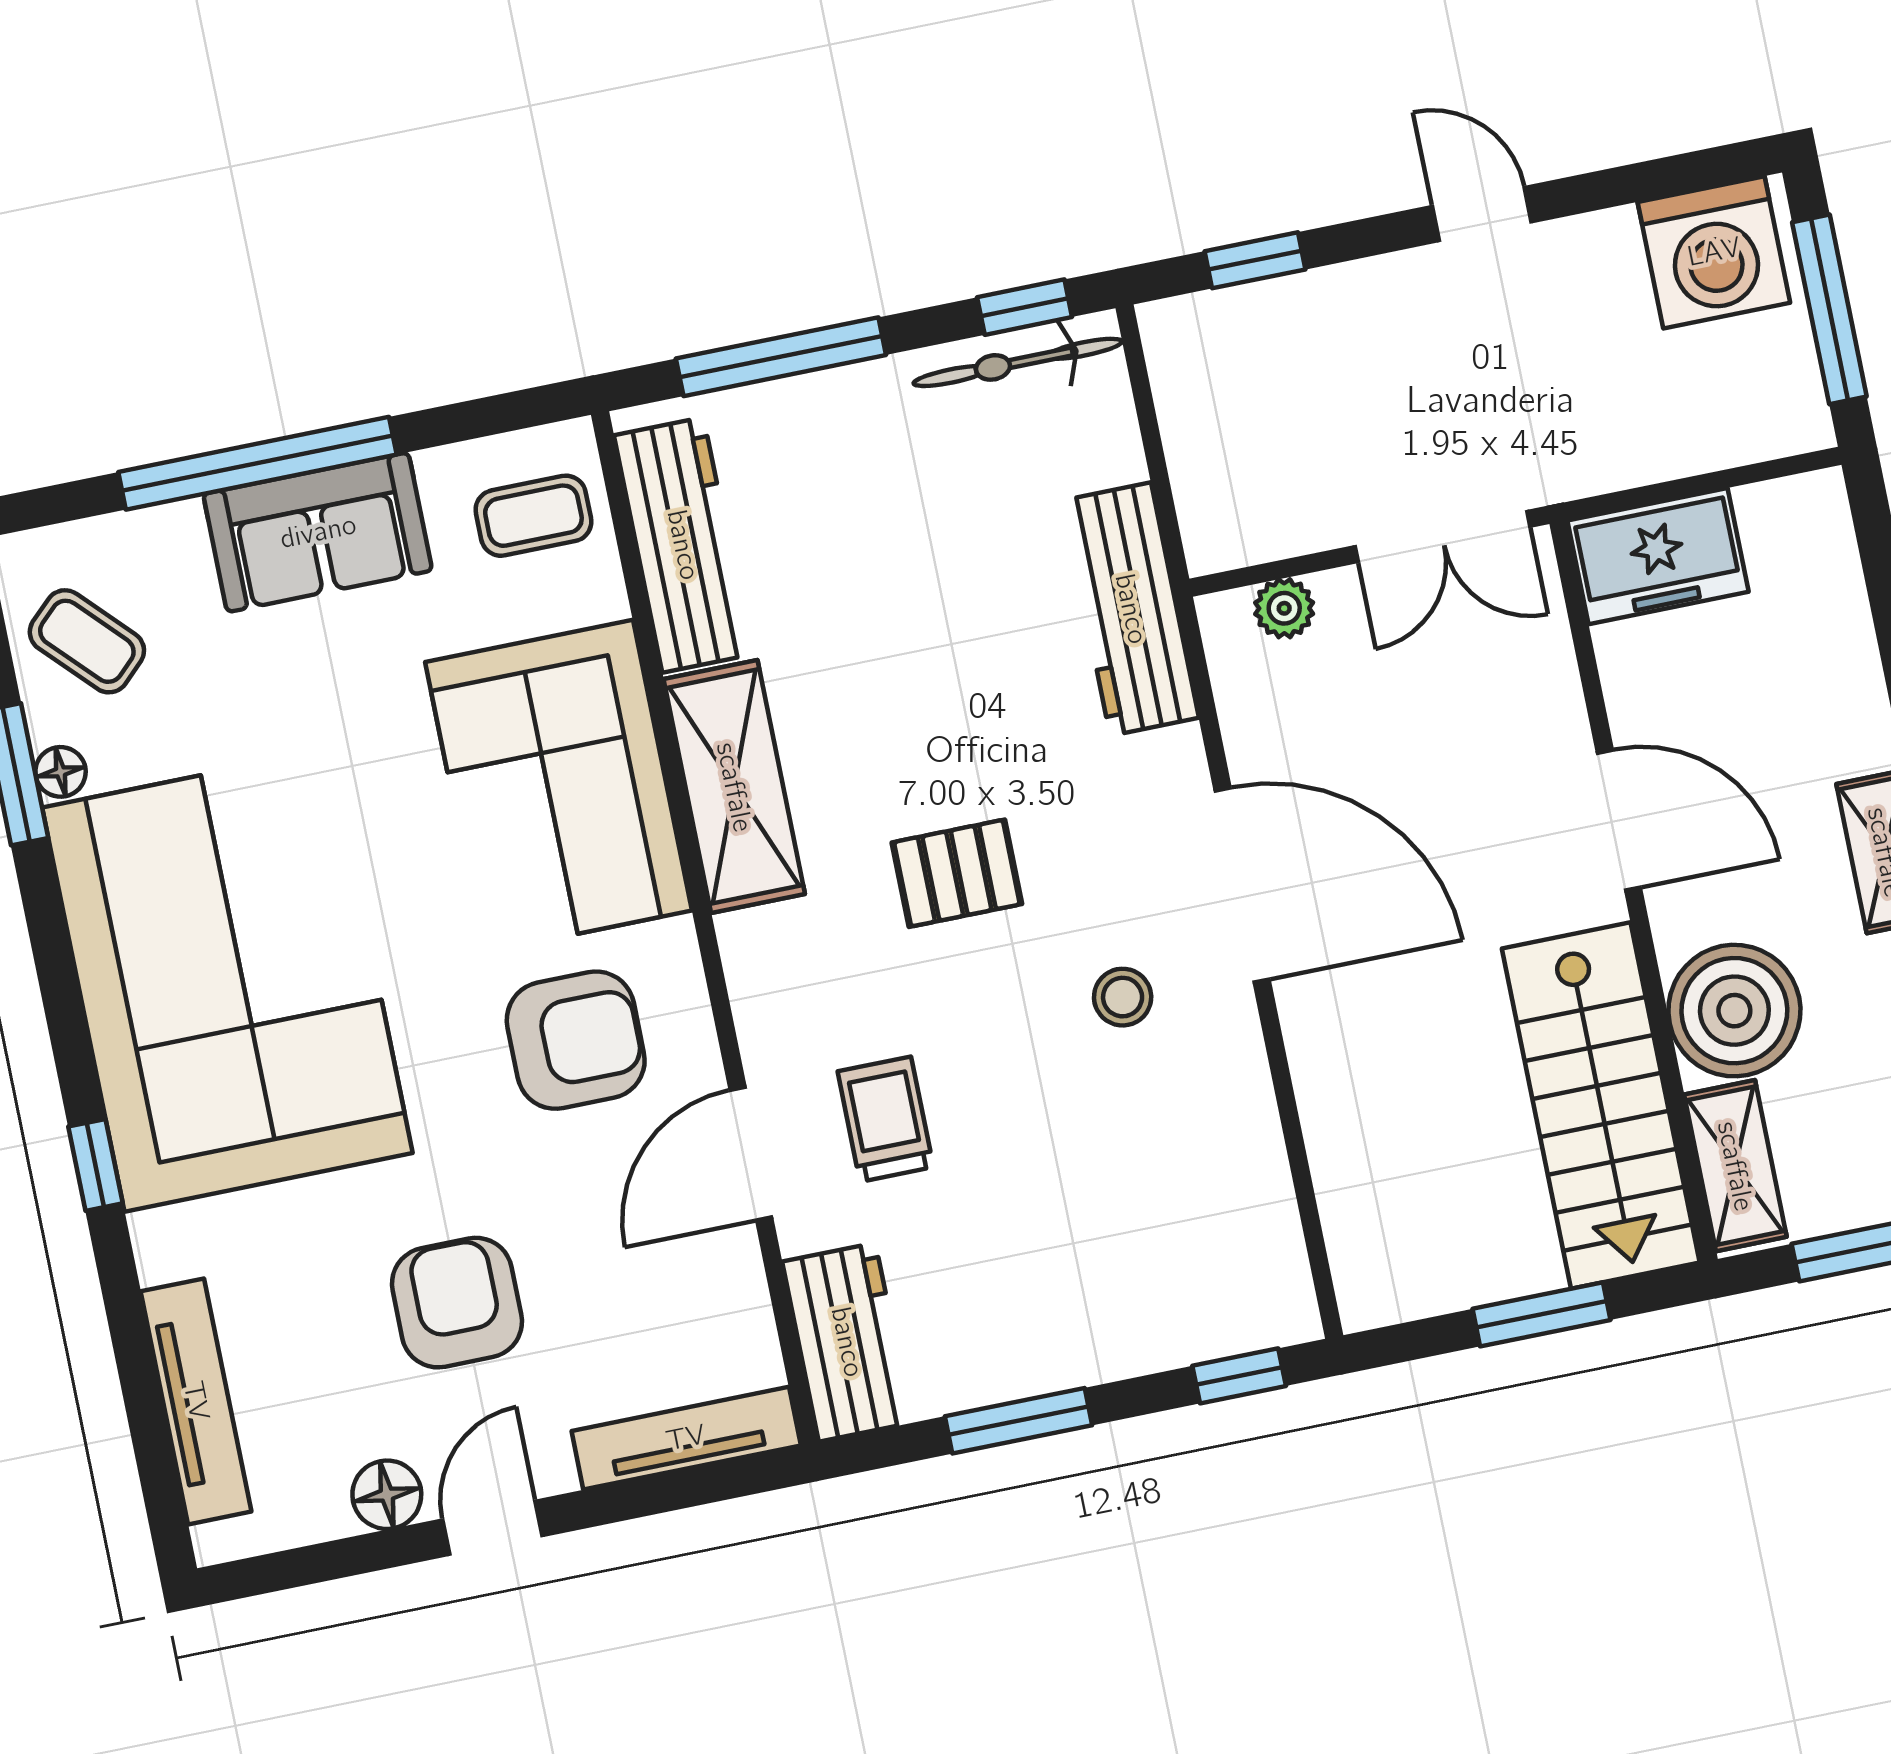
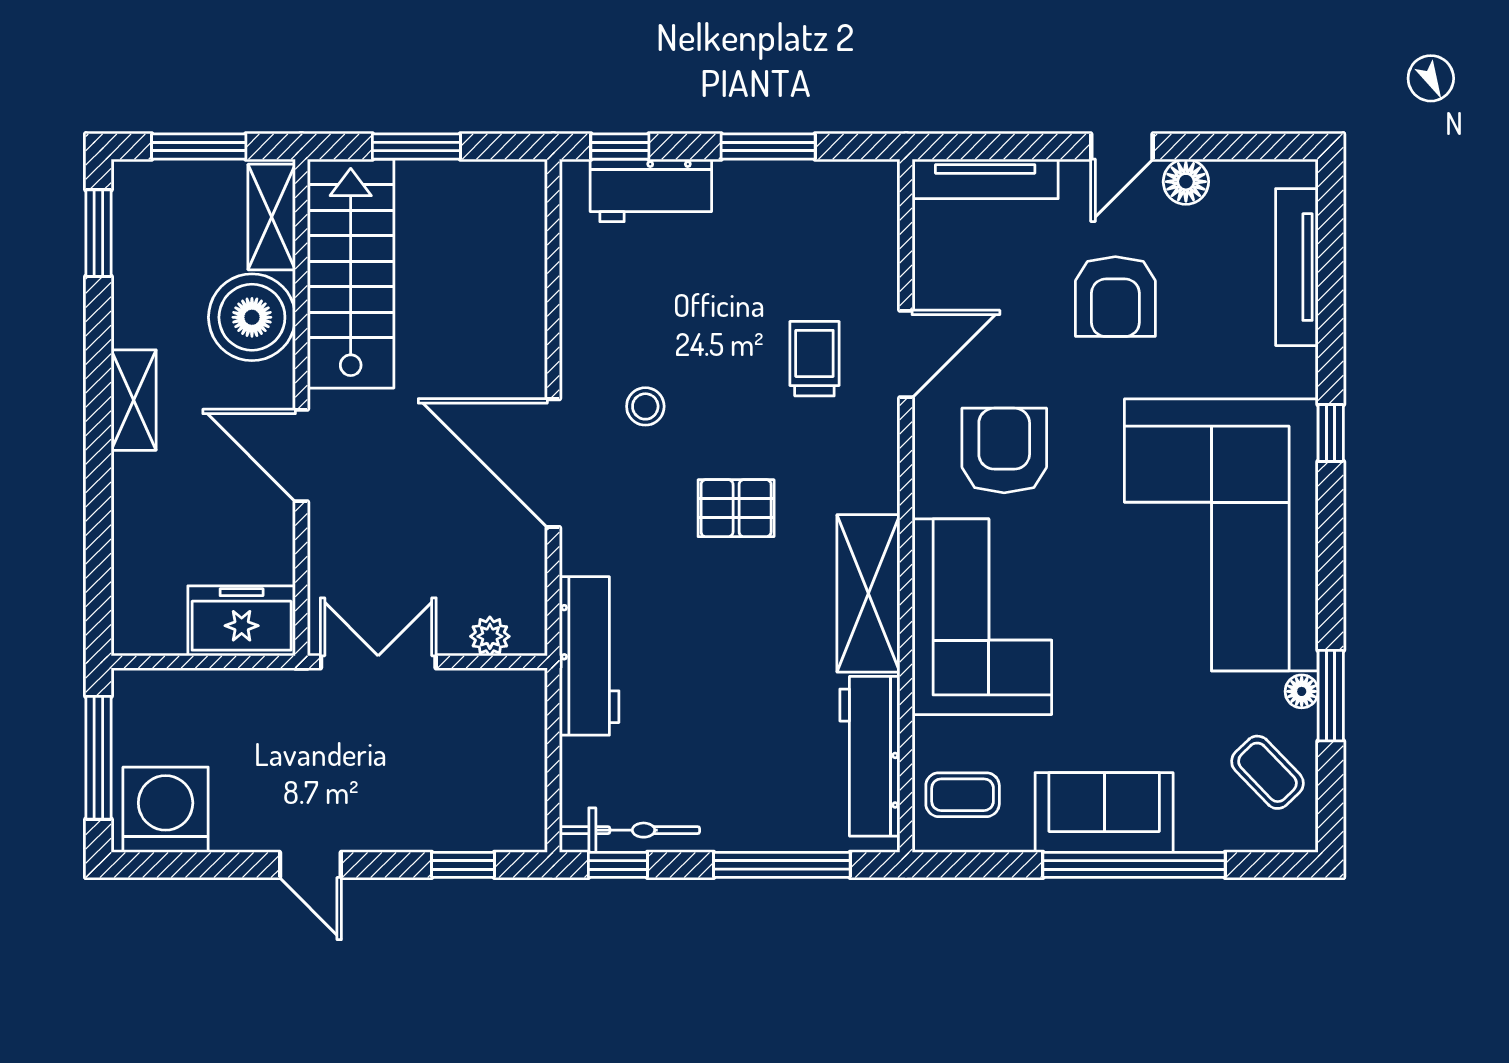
armchair: (576, 1040) -> (1004, 450), turned 90
trolley: (886, 1119) -> (814, 359), turned 180
workbench: (847, 1342) -> (651, 190), moved, turned -90

